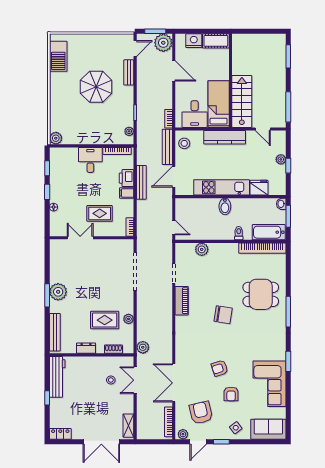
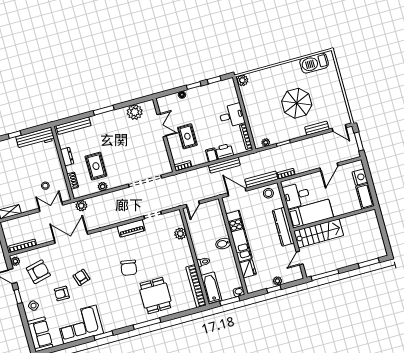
plant: (163, 43) -> (351, 151), removed
plant: (58, 292) -> (135, 112), moved
double door: (174, 383) -> (71, 237), moved

